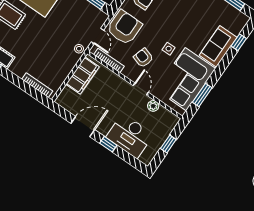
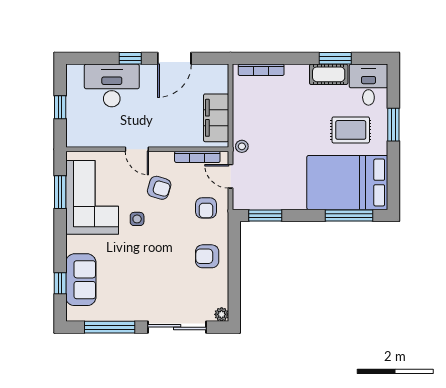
armchair: (124, 27) -> (206, 208), width x0.53, depth x0.53
sofa: (218, 46) -> (81, 280), moved
plant: (153, 106) -> (109, 139), removed

